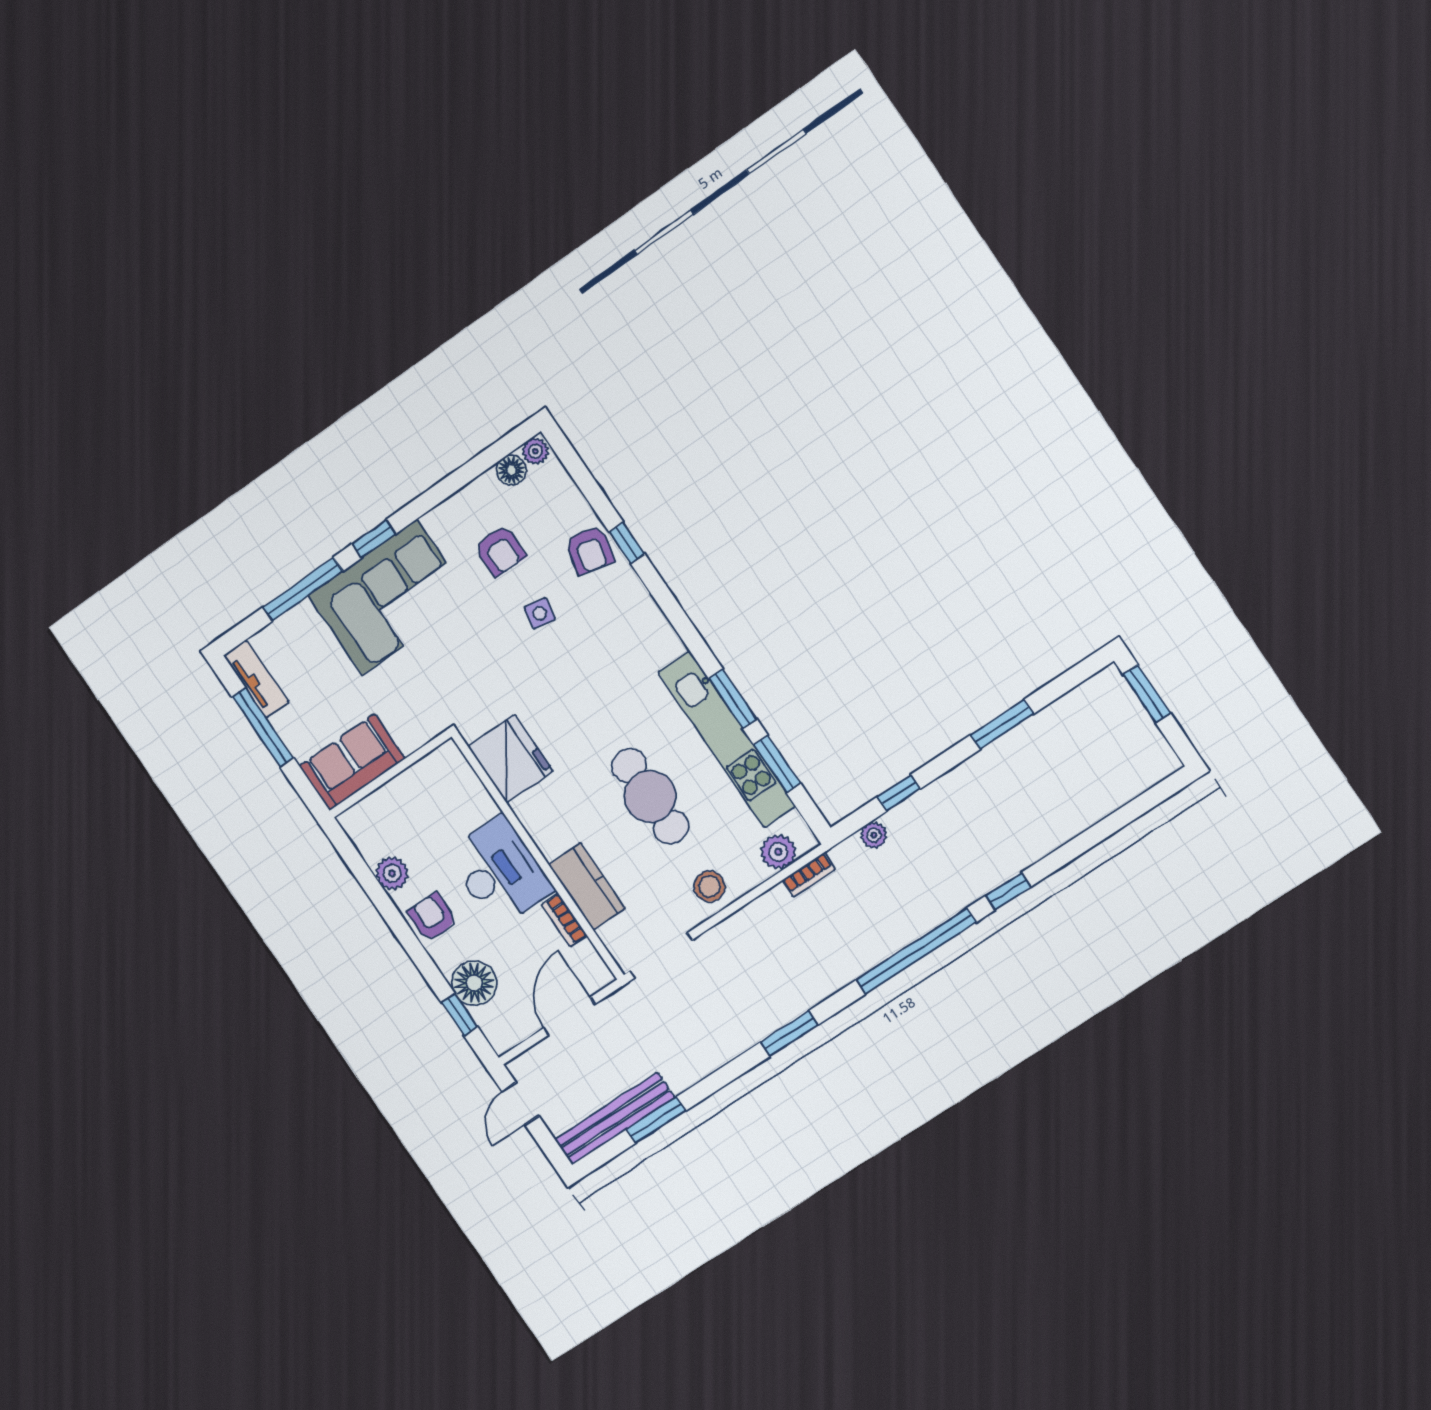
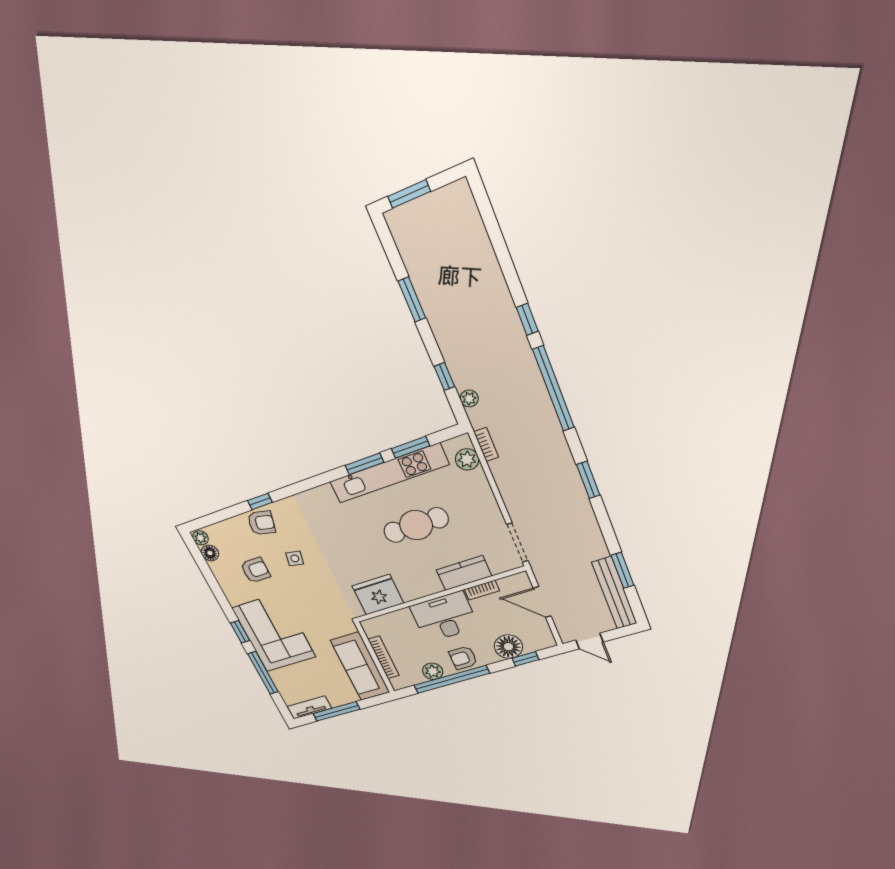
sofa: (352, 762) -> (360, 666), width x1.36
bookcase: (395, 788) -> (384, 657), added
stool: (709, 886) -> (480, 505), removed
window: (386, 907) -> (452, 679), added

